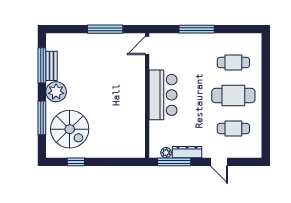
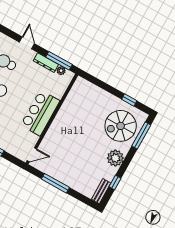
window: (42, 65) -> (115, 183), width x0.46
bench: (52, 66) -> (101, 191), moved
window: (42, 118) -> (141, 136), moved
spiral stairs: (70, 129) -> (121, 126), turned -90

